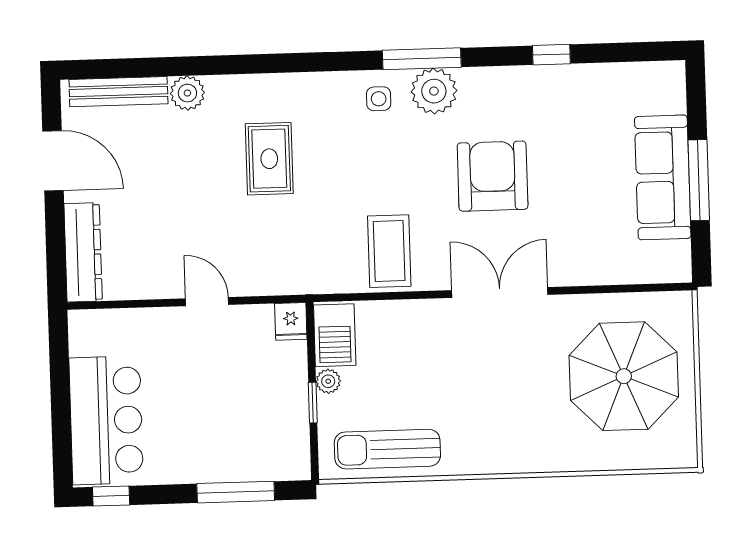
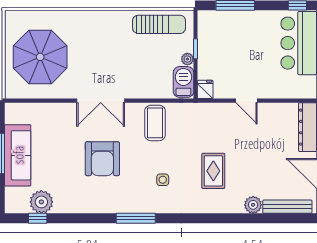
window: (551, 55) -> (38, 218), moved
plant: (434, 91) -> (41, 202), moved
side table: (379, 99) -> (163, 180), moved

